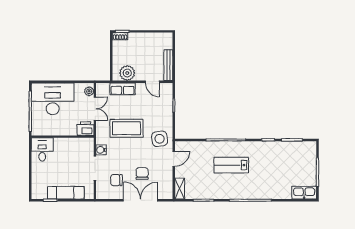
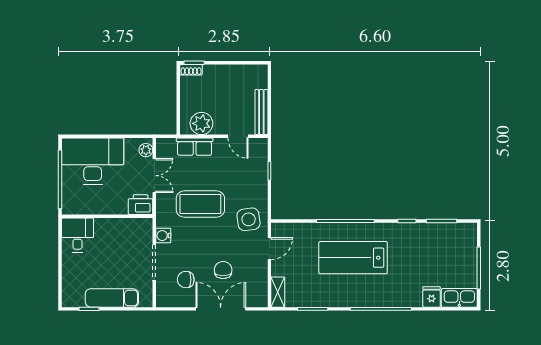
lab bench: (231, 165) -> (353, 258), width x1.36, depth x1.39
fridge: (285, 192) -> (432, 297), added

